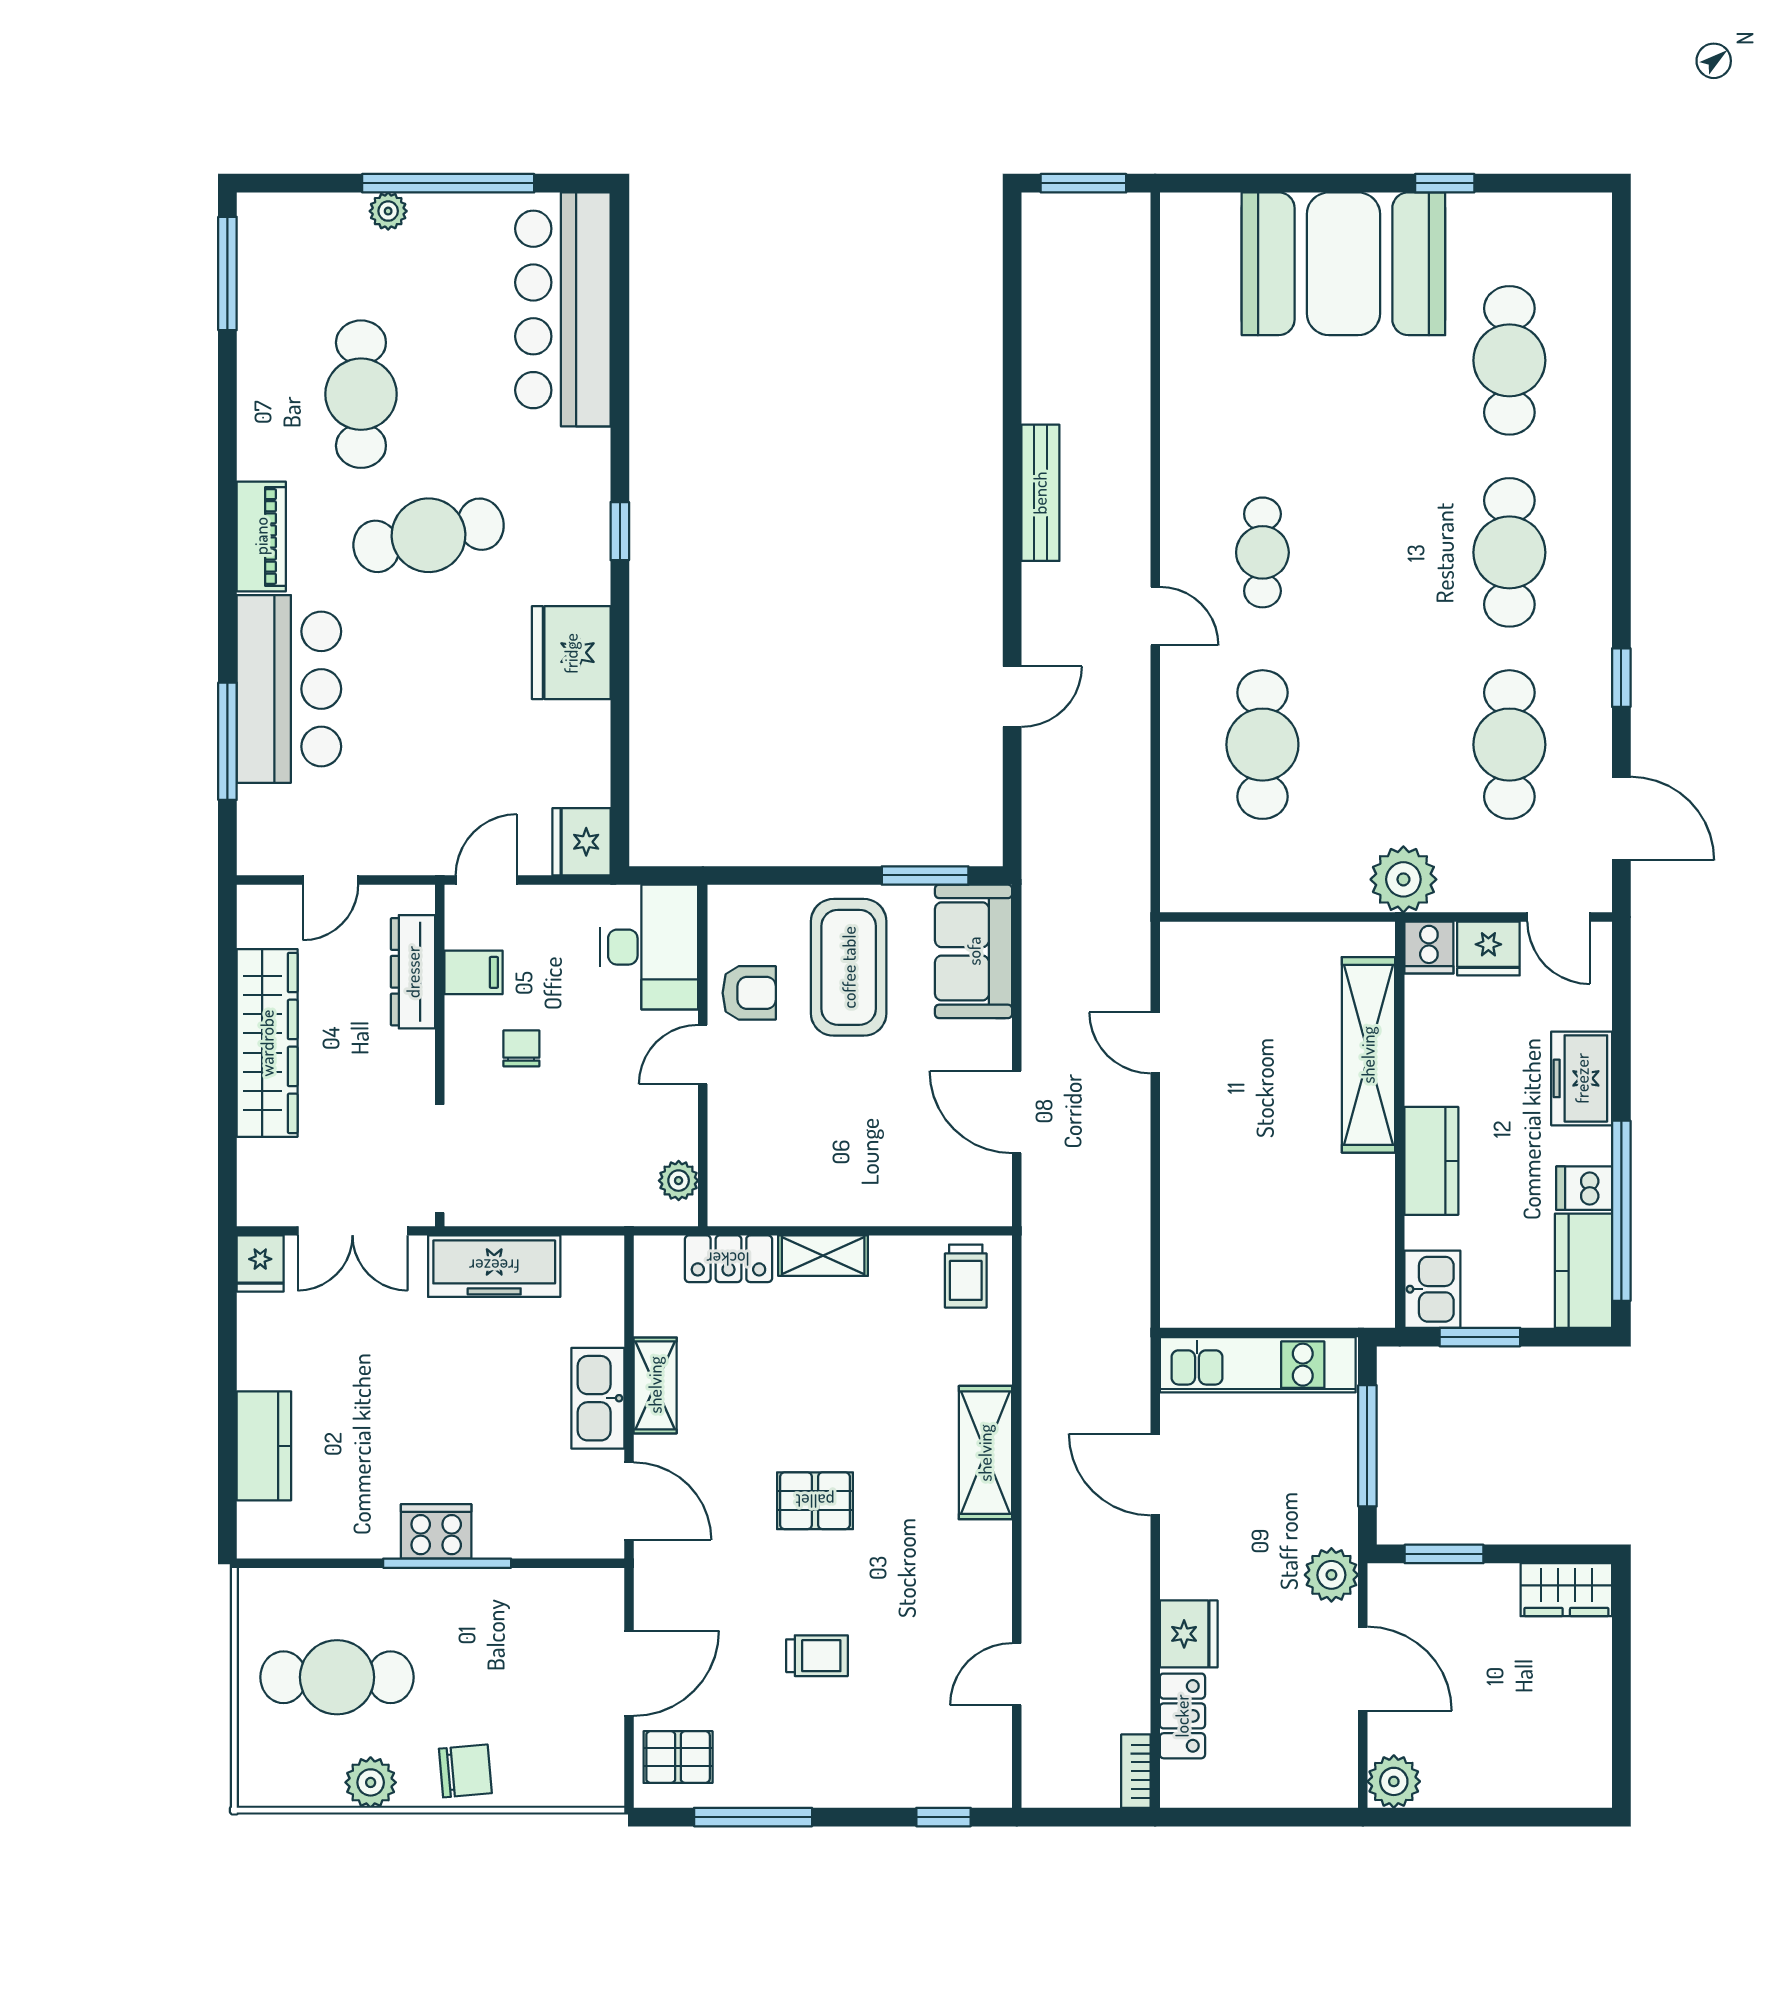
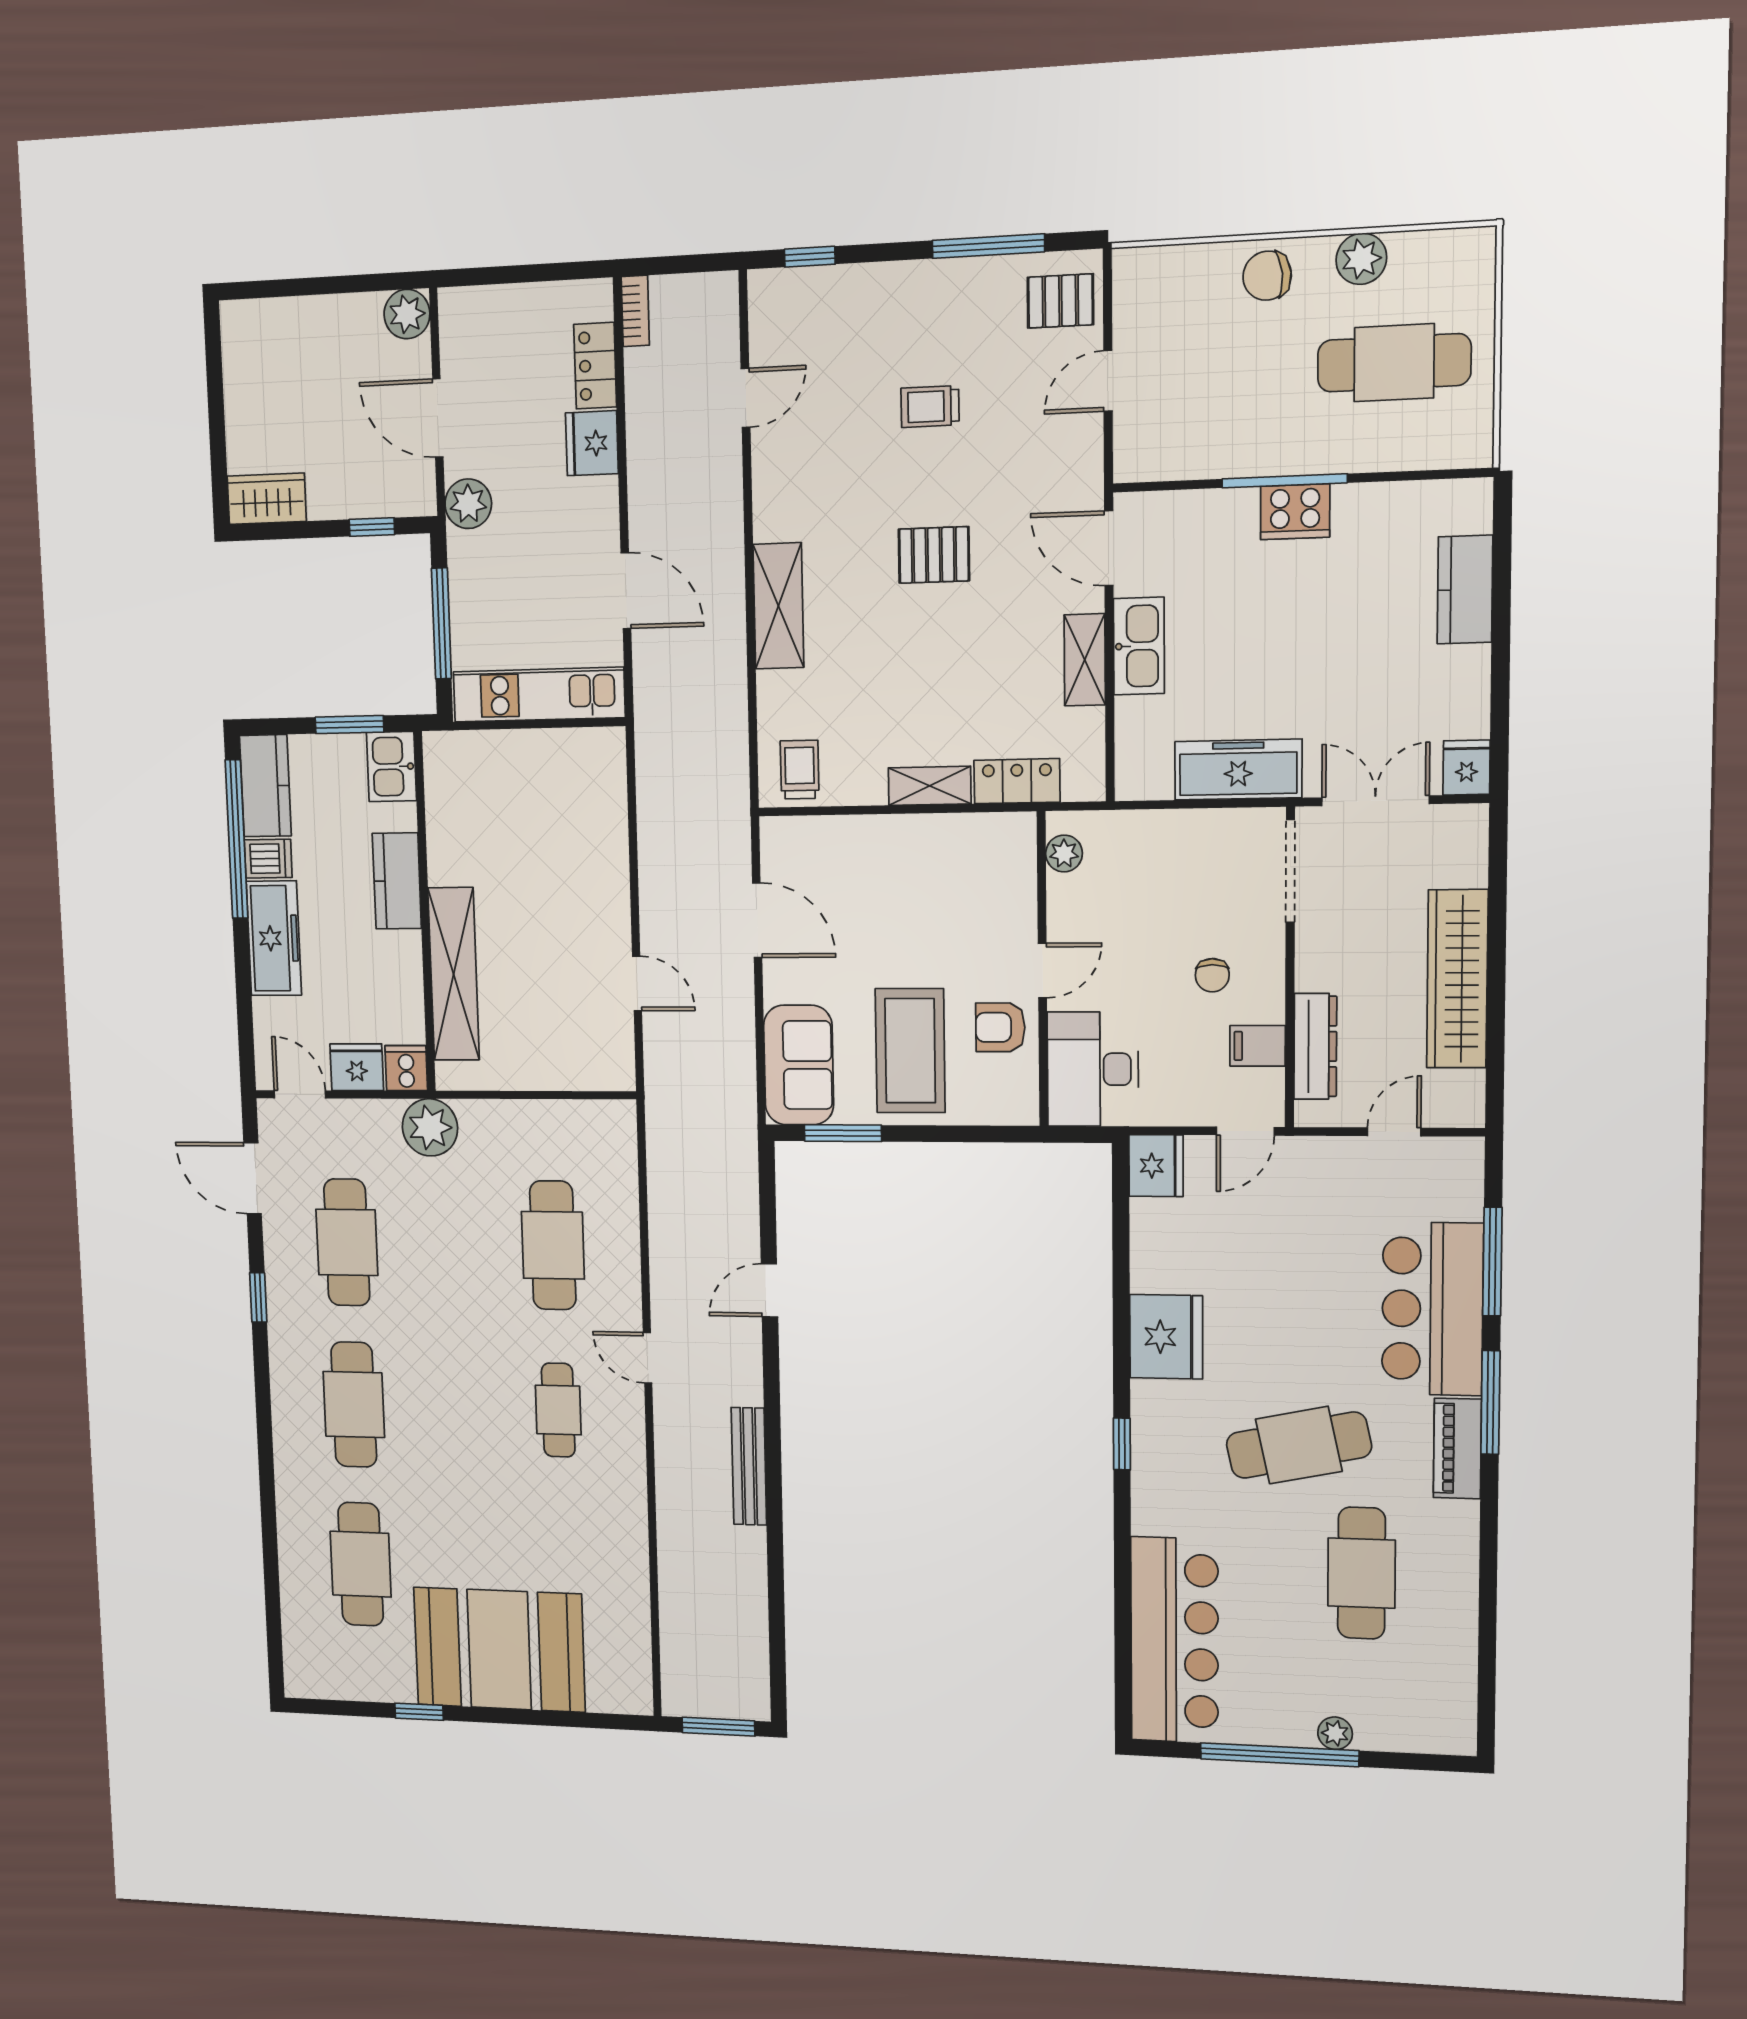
window: (227, 274) -> (1490, 1403), moved
freezer: (1582, 1078) -> (274, 938), width x1.40
window: (1444, 1554) -> (372, 527), width x0.67
door: (629, 1673) -> (1108, 381), width x0.73

